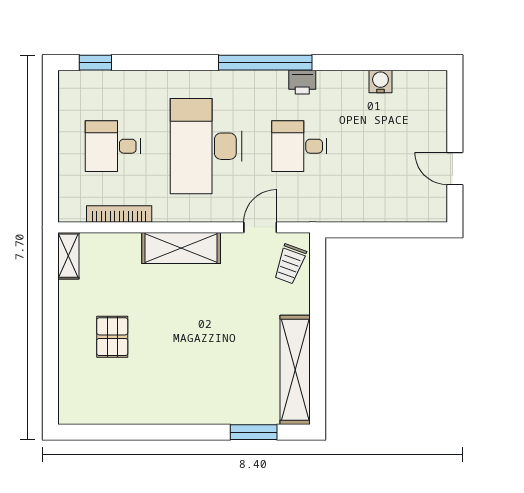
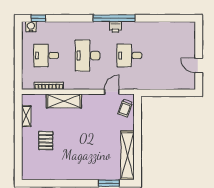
water cooler: (380, 81) -> (31, 27), moved
printer: (302, 82) -> (115, 27), moved
desk: (206, 146) -> (88, 56), width x0.73, depth x0.77
shelving: (181, 248) -> (64, 101), moved
shelving: (68, 256) -> (26, 116), moved

